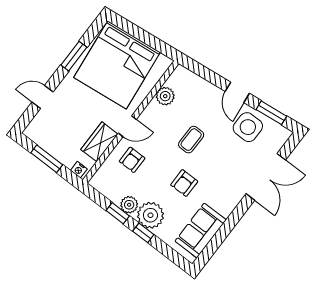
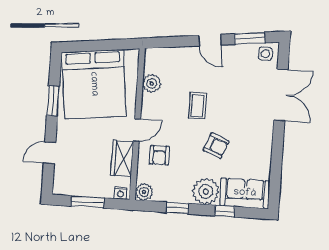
side table: (248, 127) -> (265, 54), moved, width x0.54, depth x0.54
armchair: (184, 183) -> (216, 146), turned -68
plant: (129, 205) -> (144, 192), moved
sofa: (201, 231) -> (245, 193), moved, turned 90
window: (143, 233) -> (225, 211), moved

